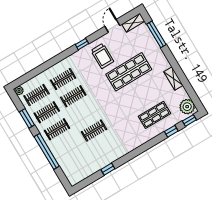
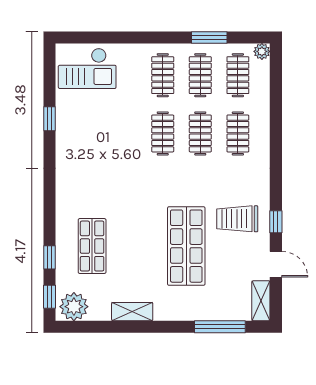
window: (82, 44) -> (276, 222), moved
clothes rail: (94, 131) -> (163, 133), moved
window: (47, 151) -> (137, 37), removed
checkout: (75, 166) -> (87, 68), added

